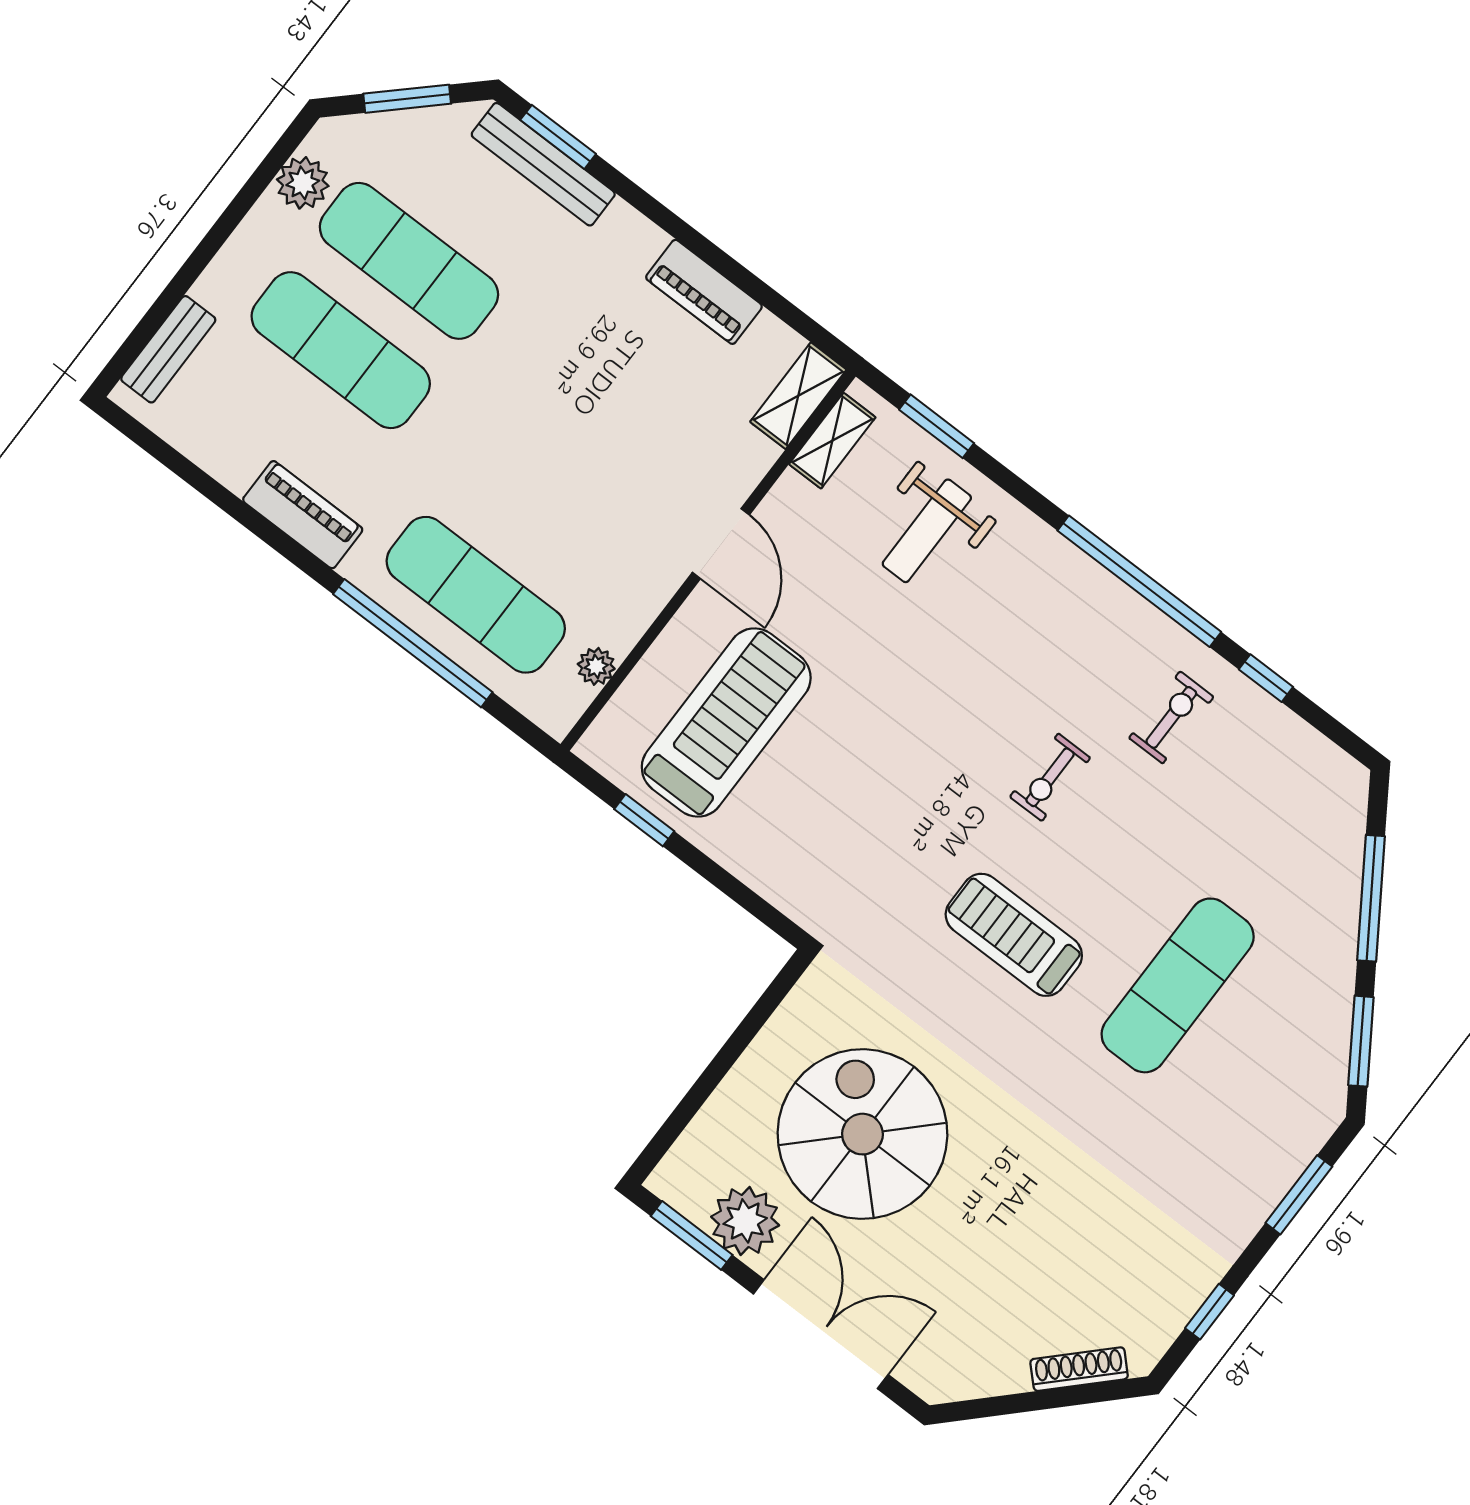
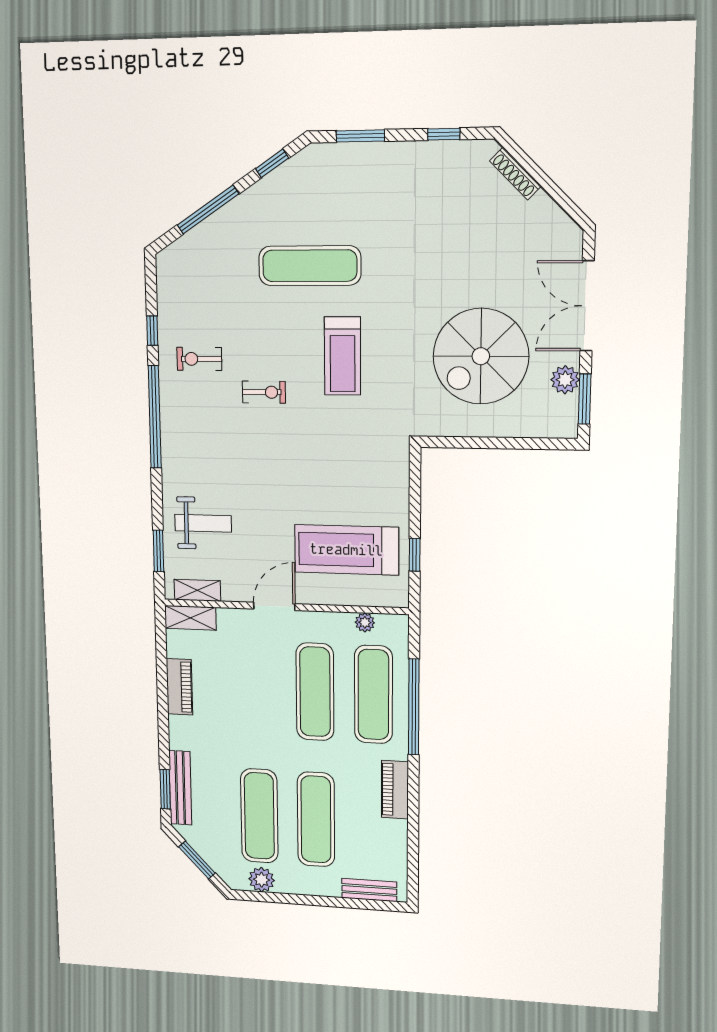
exercise mat: (544, 506) -> (315, 692), added
window: (1361, 1041) -> (272, 163), width x0.67
plant: (745, 1221) -> (565, 380), width x0.73, depth x0.73

